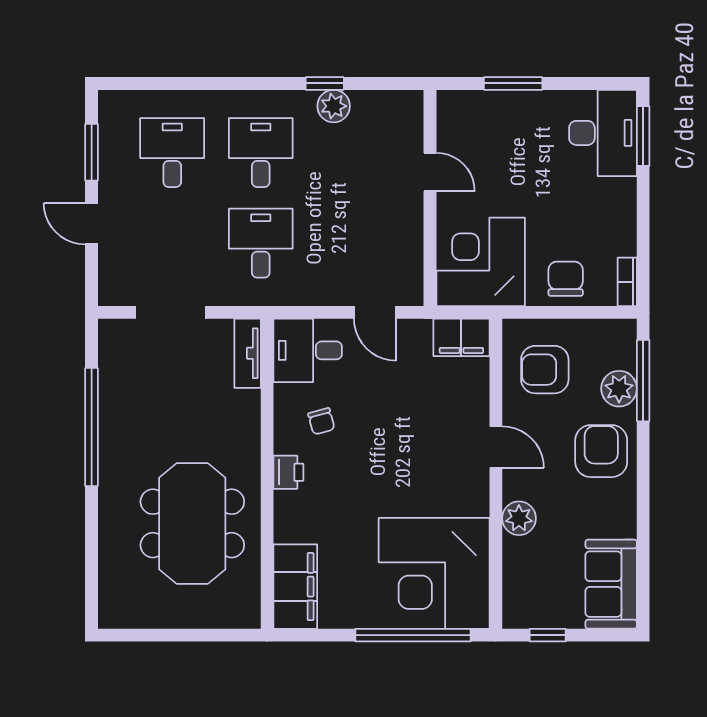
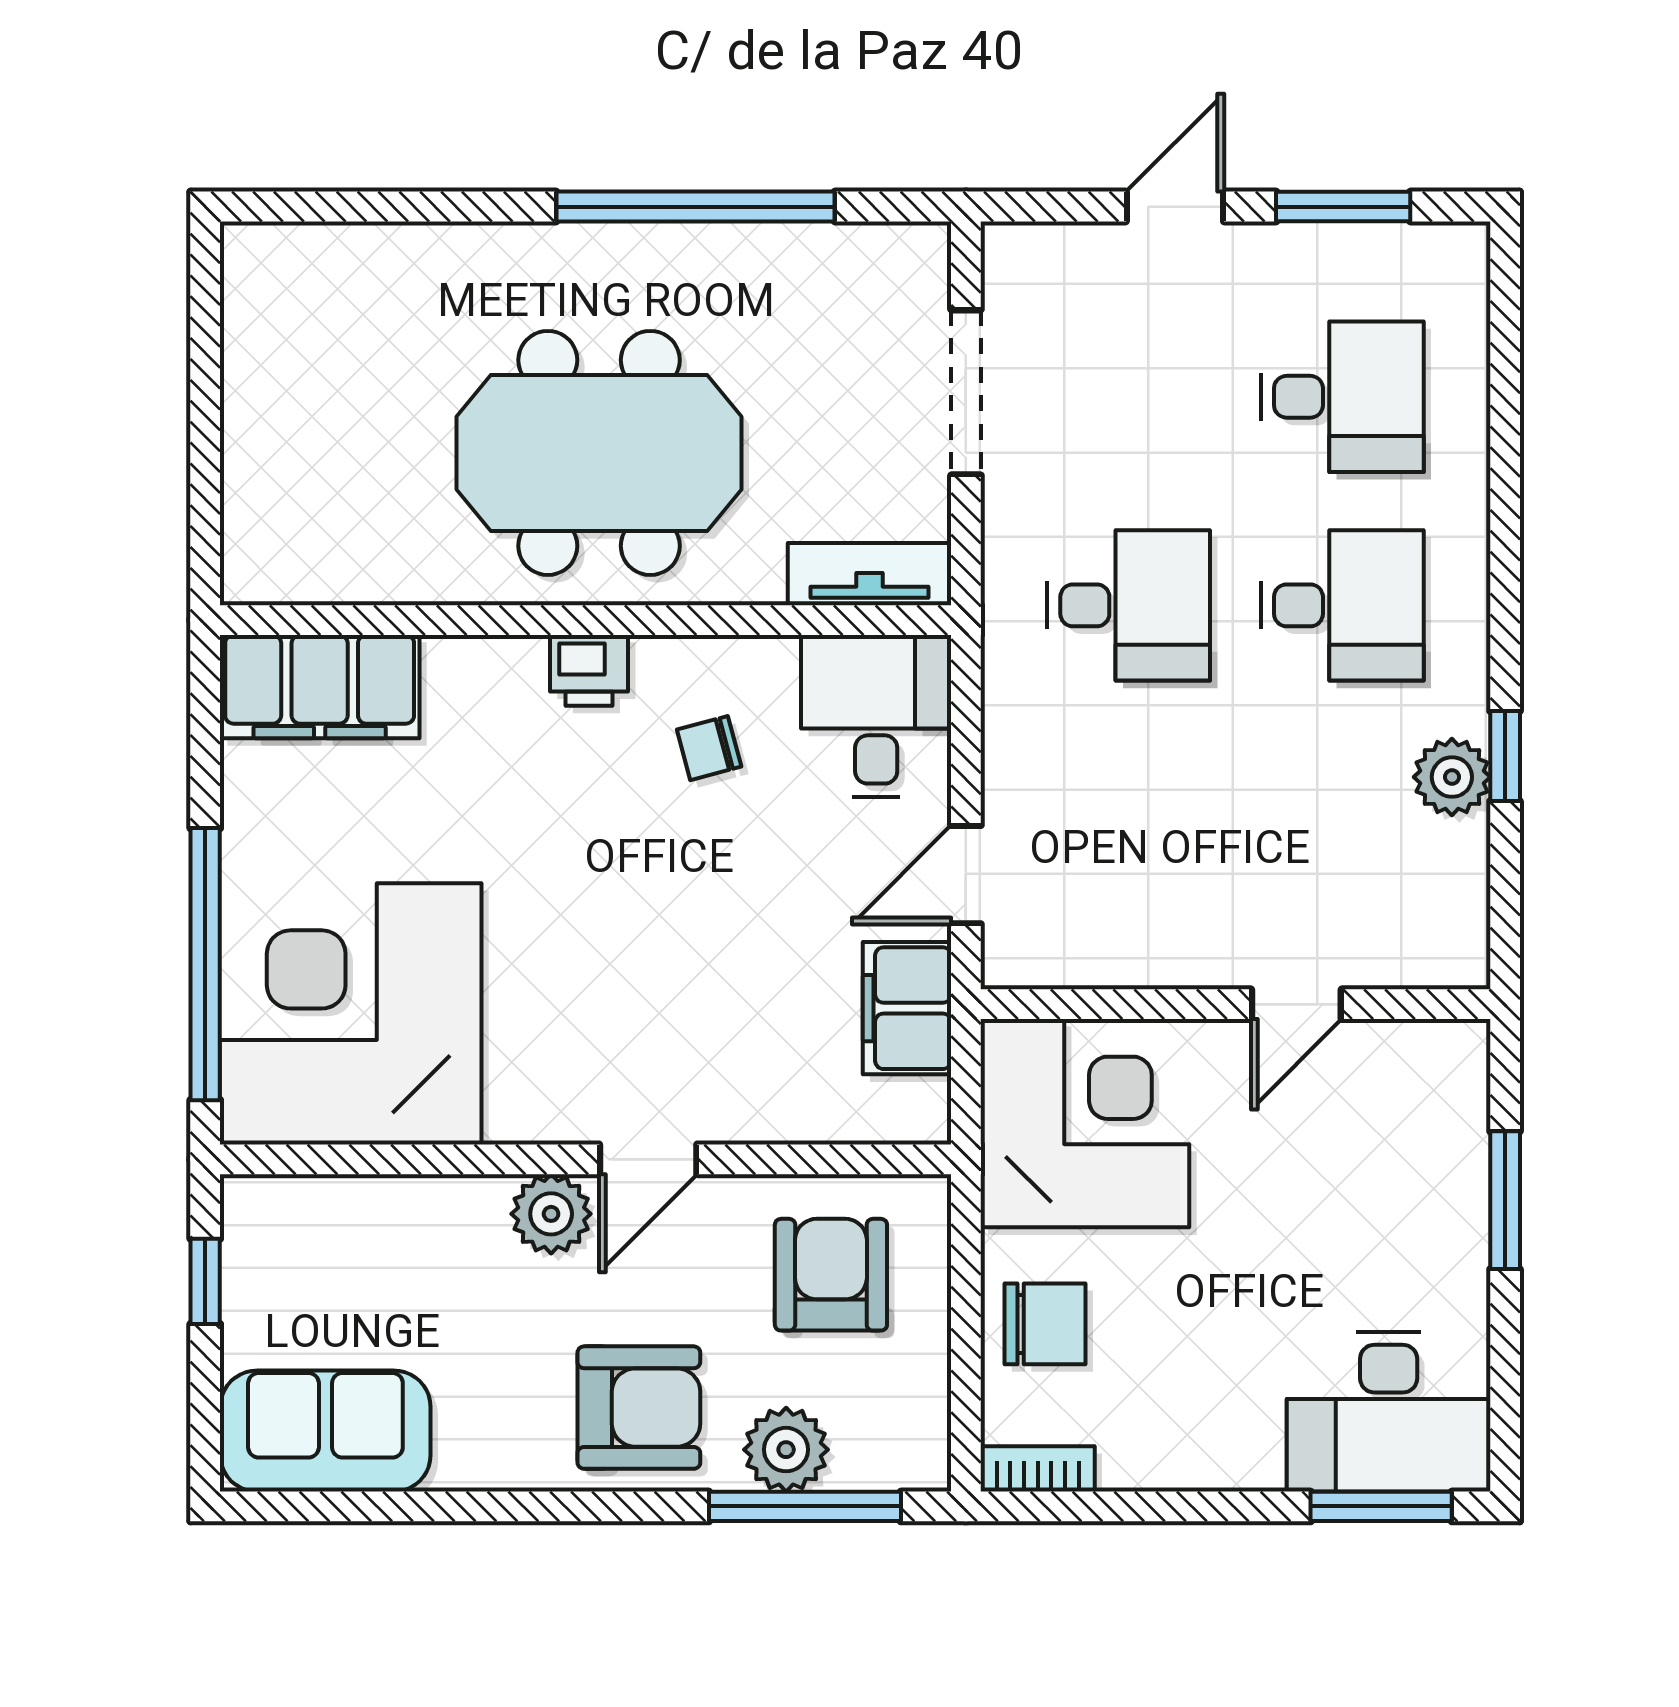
filing cabinet: (461, 337) -> (907, 1008), moved
plant: (519, 518) -> (551, 1214), moved
meeting table: (192, 523) -> (599, 453), moved

